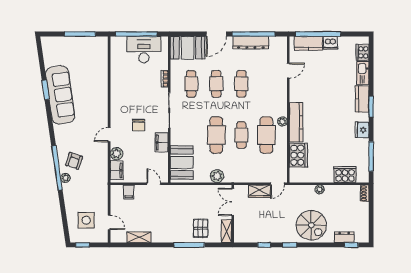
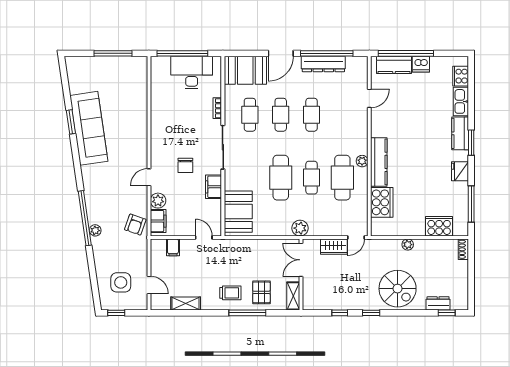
armchair: (74, 161) -> (135, 225), moved
plant: (217, 176) -> (300, 228), moved
trolley: (175, 229) -> (230, 293), added

